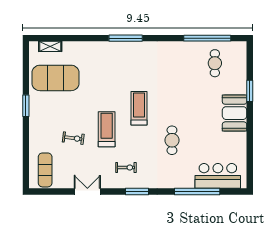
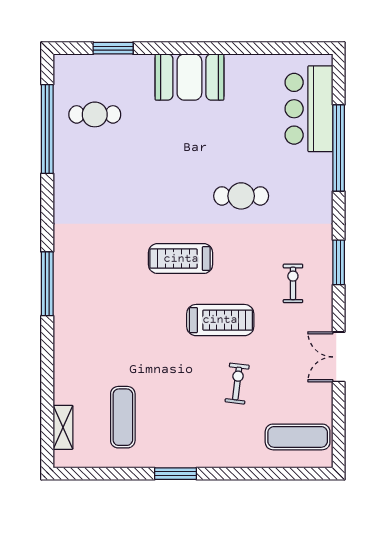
exercise mat: (56, 78) -> (123, 417), width x0.50, depth x0.69
window: (250, 91) -> (113, 48), moved
treadmill: (107, 129) -> (220, 320), turned 180

